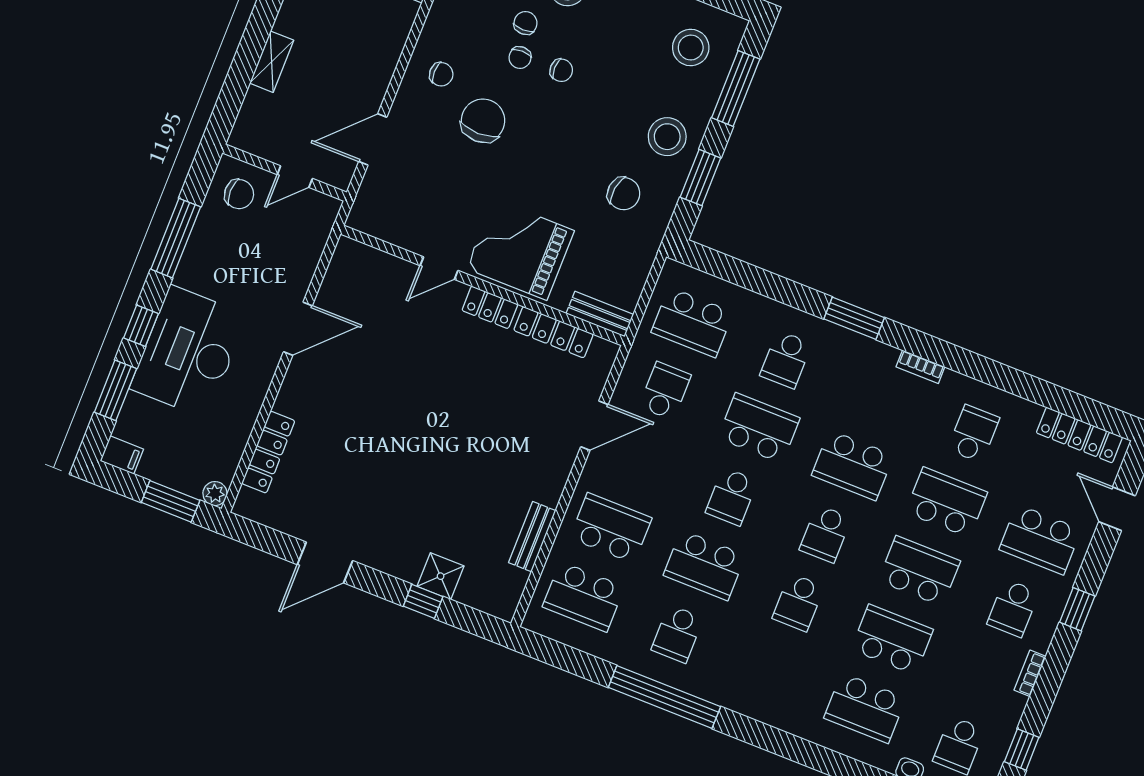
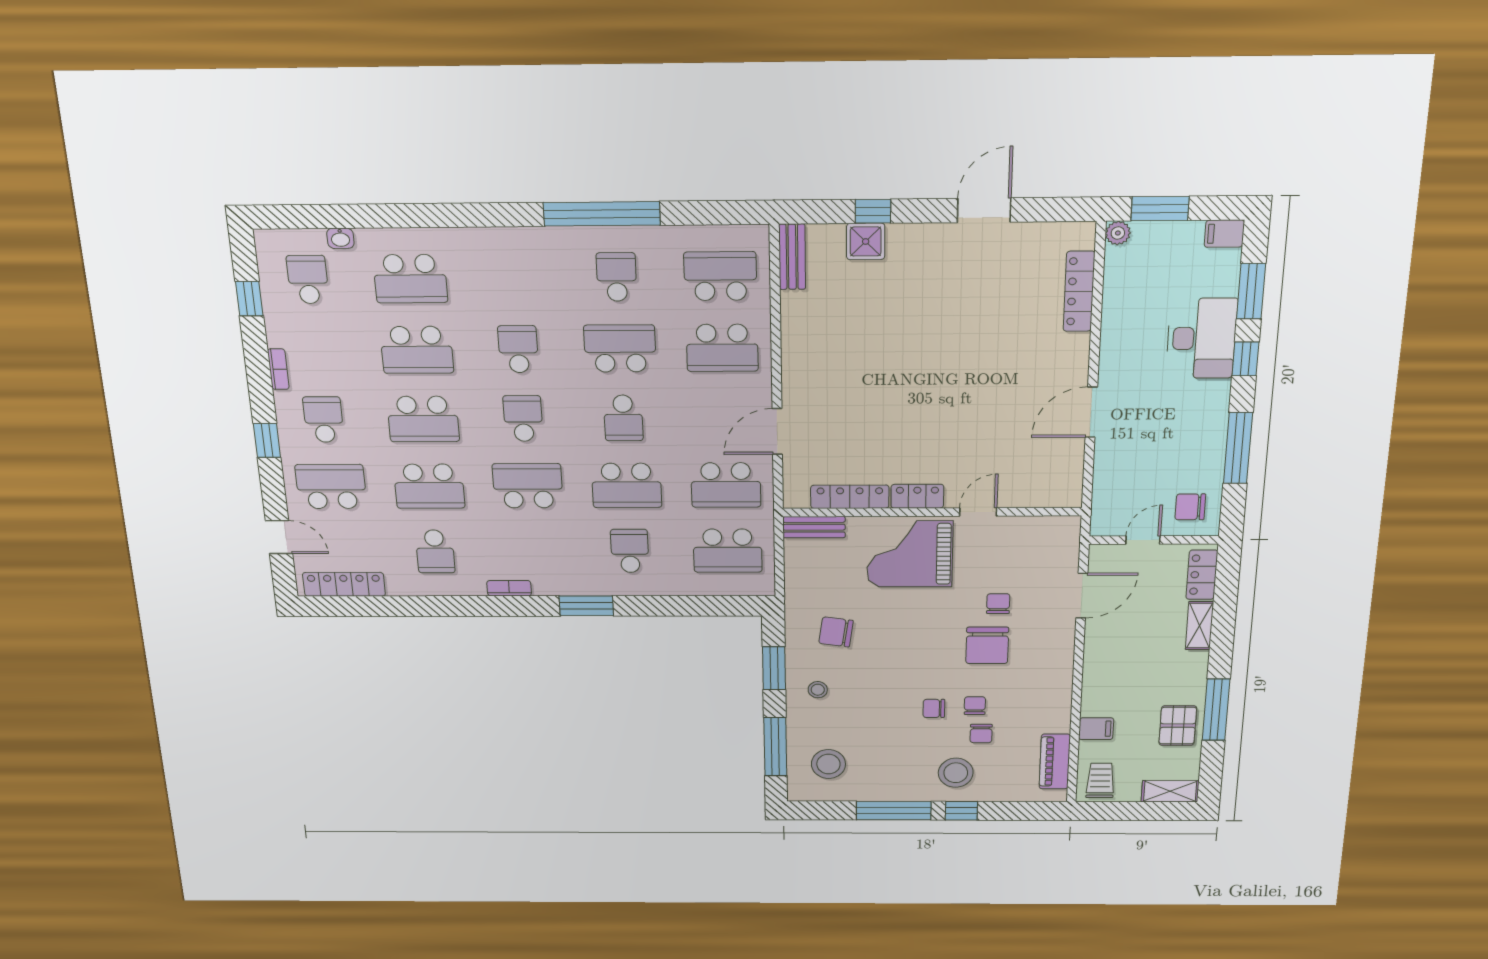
chair: (441, 74) -> (998, 604), moved, turned 90
locker: (252, 117) -> (1202, 575), added
stool: (667, 137) -> (818, 690), width x0.53, depth x0.53
grand piano: (520, 250) -> (910, 554), turned 180
school desk: (692, 322) -> (728, 551), turned 180
desk: (189, 352) -> (1201, 338), width x0.73, depth x0.77
school desk: (665, 391) -> (726, 485), width x1.85
school desk: (732, 497) -> (623, 418), turned 180
bench: (532, 537) -> (792, 257), moved
school desk: (865, 708) -> (410, 279), turned 180

